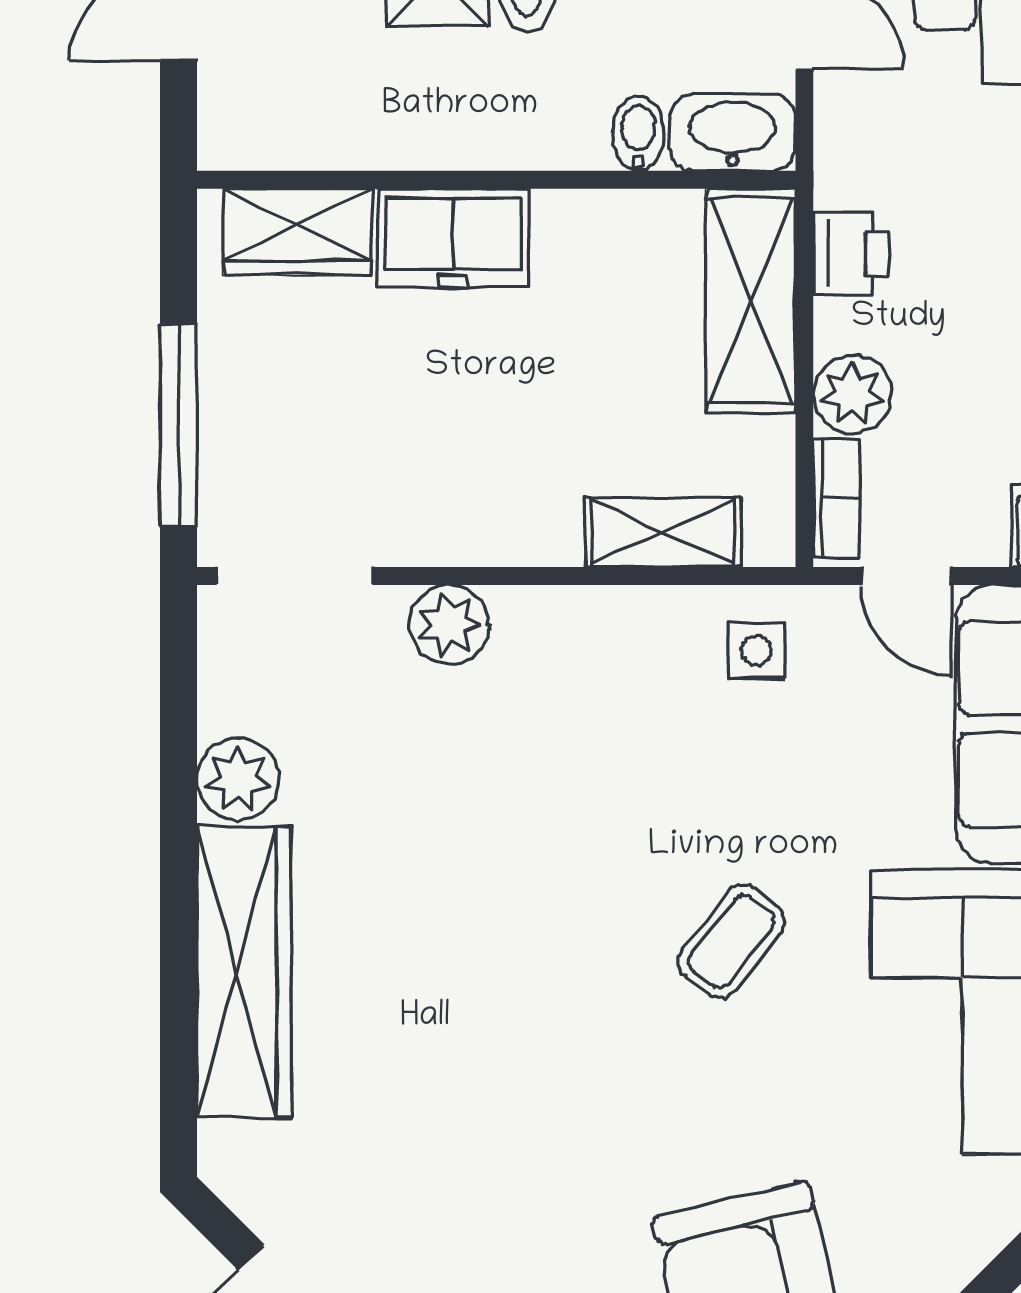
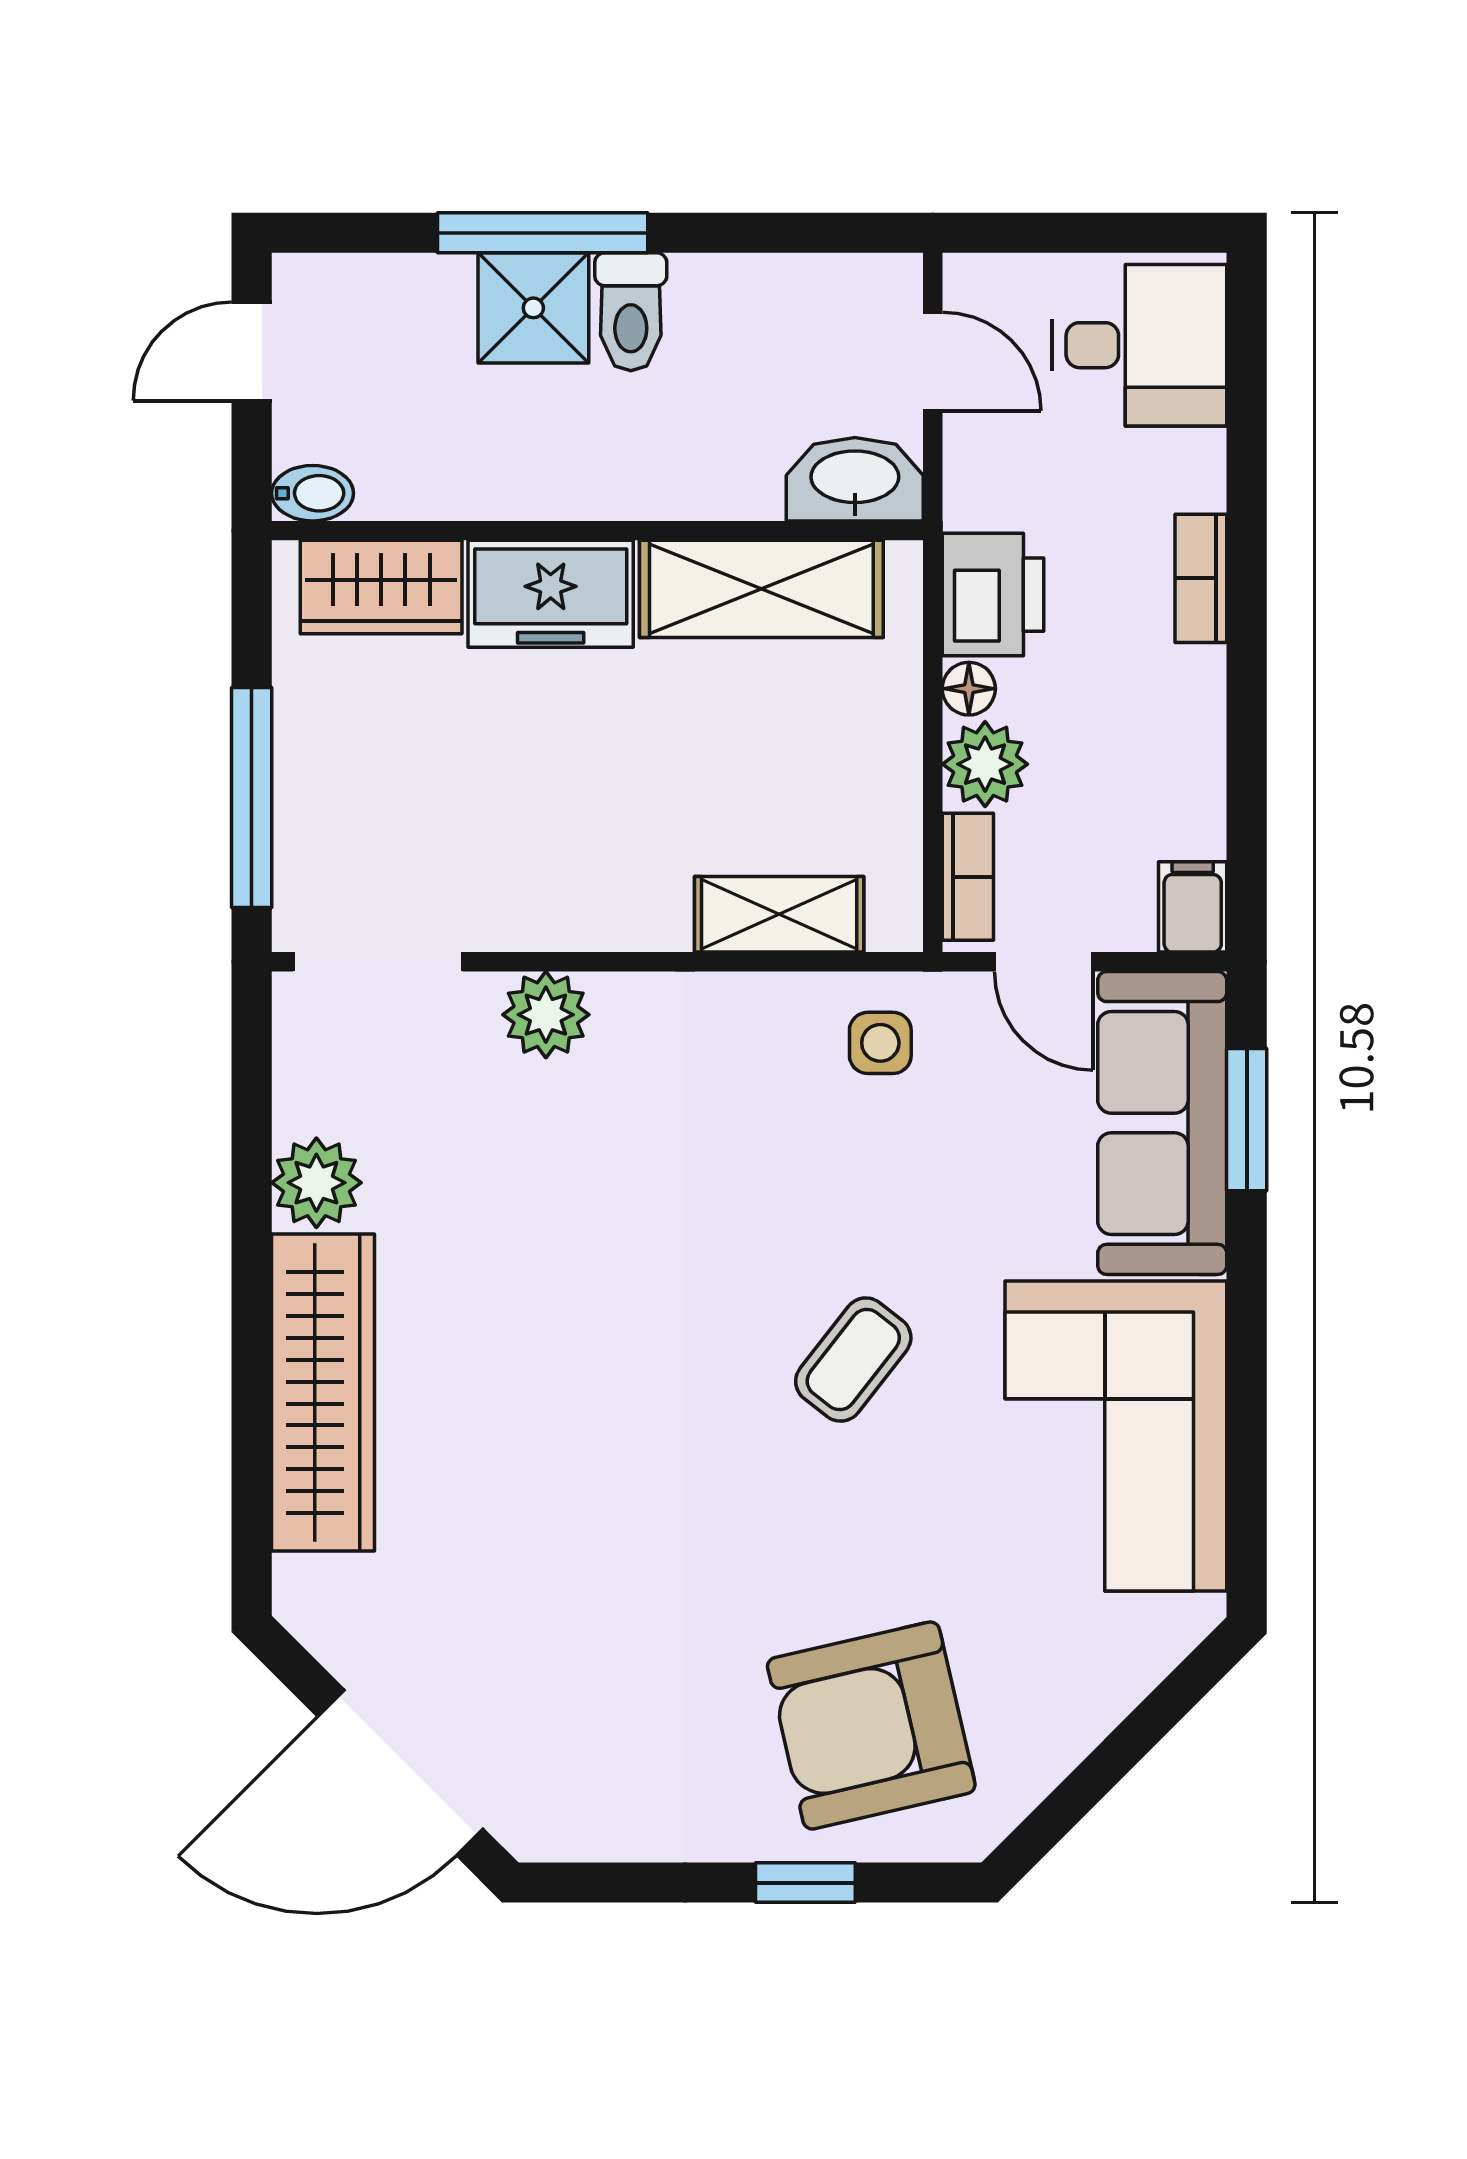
bidet: (639, 133) -> (313, 493), moved, turned 90
printer: (851, 254) -> (993, 595), width x1.36, depth x1.24
shelving: (751, 300) -> (761, 589), moved, turned 90
floor lamp: (838, 325) -> (969, 689), added

